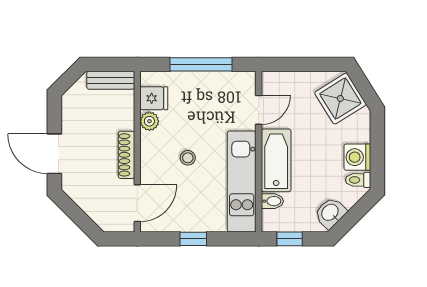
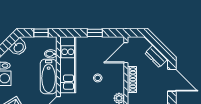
dresser: (83, 197) -> (156, 56), added

